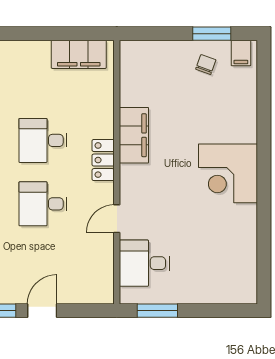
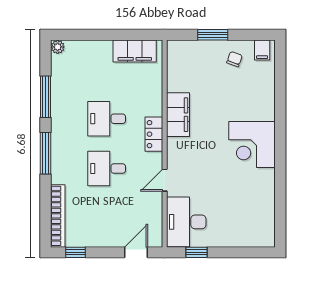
window: (212, 34) -> (213, 35), moved
desk: (144, 263) -> (186, 222), width x1.37
door: (42, 311) -> (136, 252), moved
window: (157, 311) -> (196, 252), width x0.67

